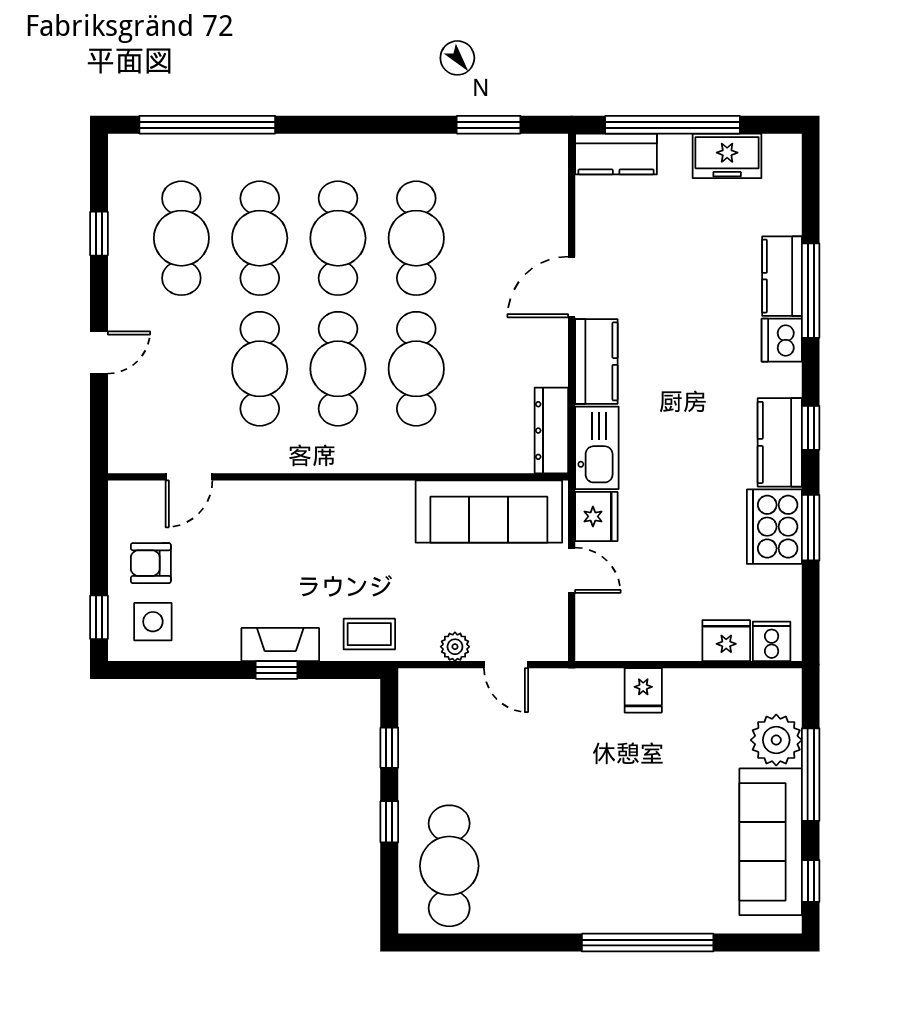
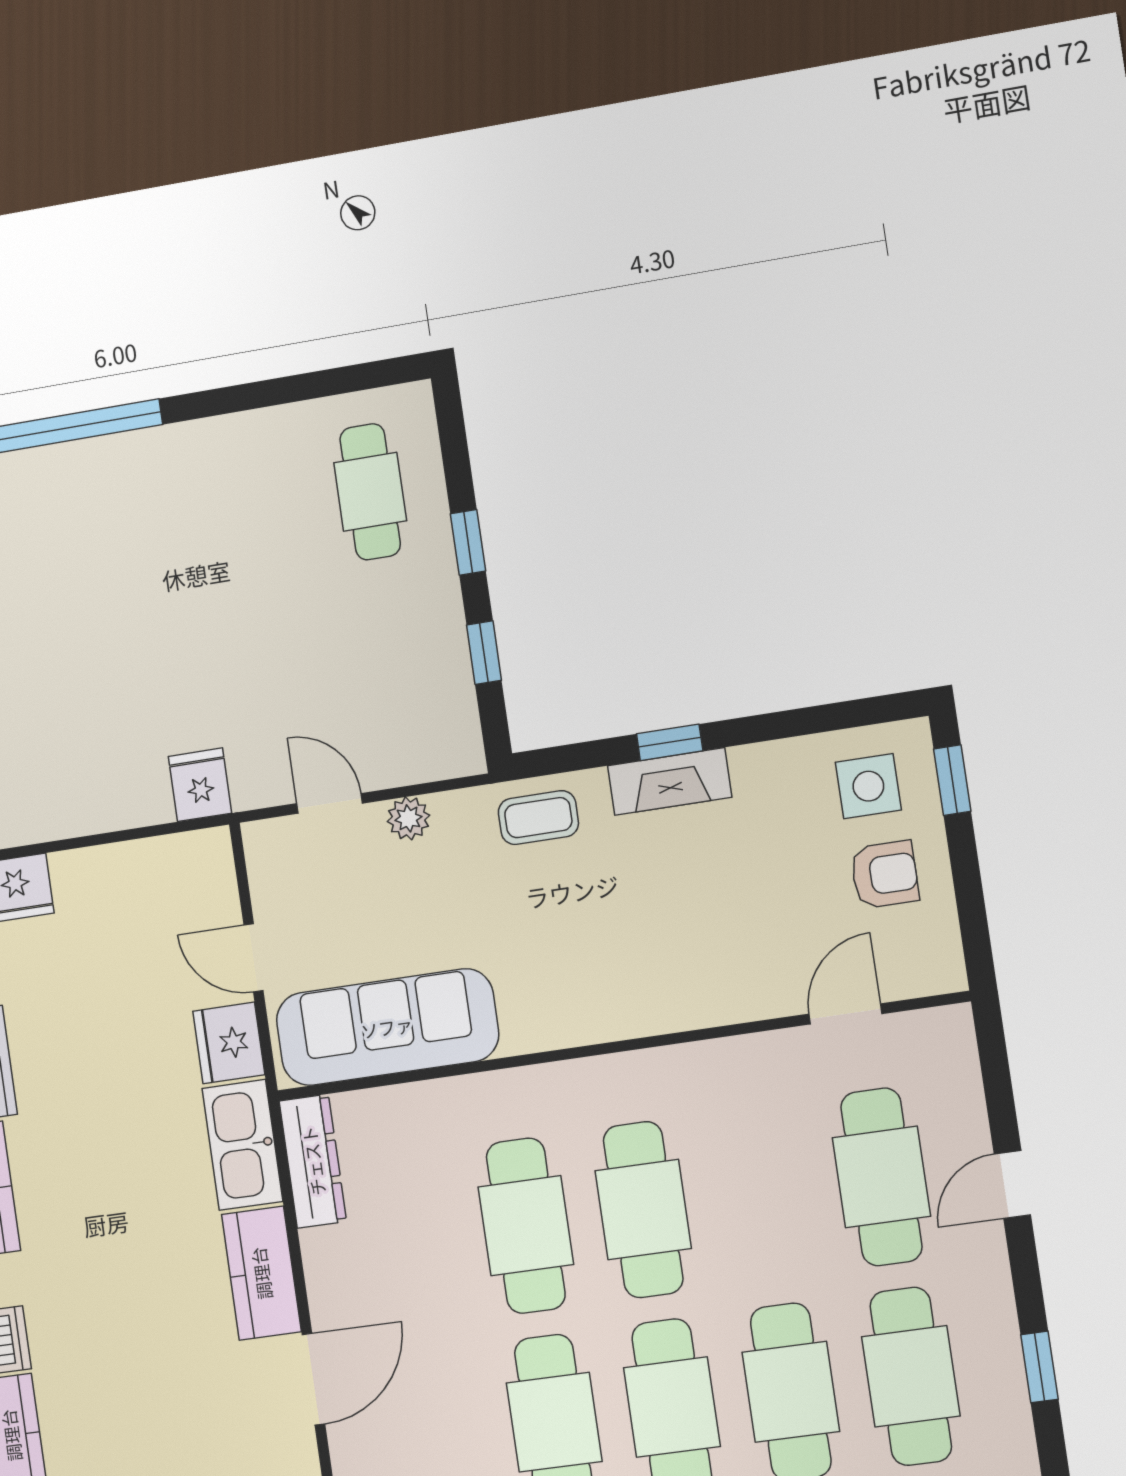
cafe table: (260, 369) -> (881, 1177), moved
fridge: (643, 690) -> (200, 785), moved
cafe table: (449, 866) -> (370, 492), width x0.73, depth x0.74

